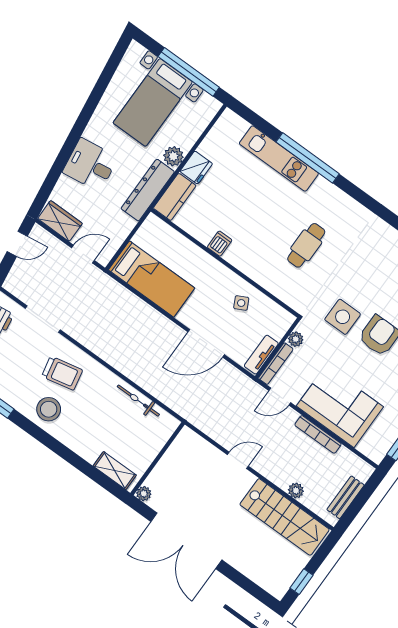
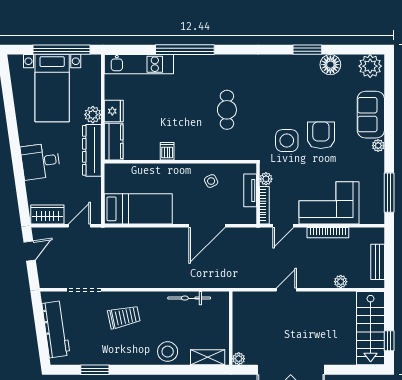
kitchen unit: (279, 158) -> (139, 64), moved
tv unit: (261, 355) -> (250, 190), moved
stool: (49, 409) -> (168, 352), moved
stairs: (285, 517) -> (371, 328), moved, turned 90

